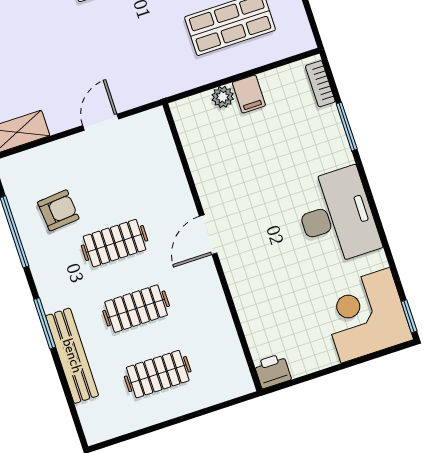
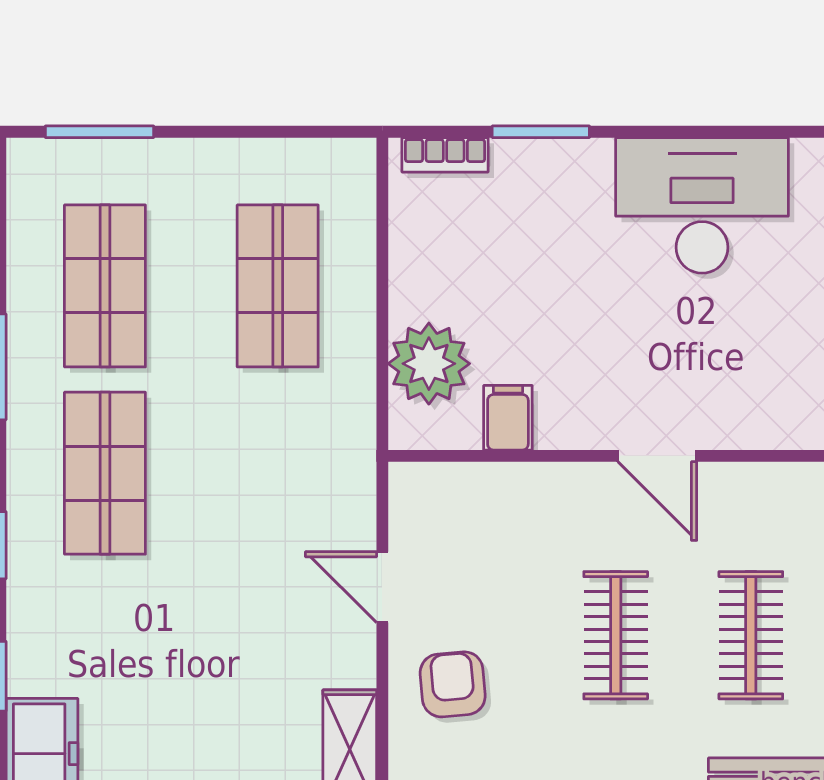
filing cabinet: (249, 94) -> (508, 418), moved, turned -90
plant: (223, 97) -> (429, 364), width x1.88, depth x1.88
armchair: (58, 210) -> (453, 684), moved

